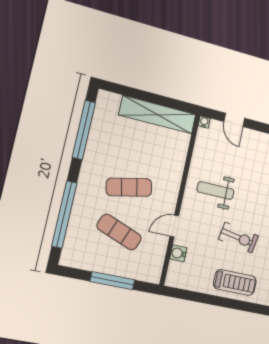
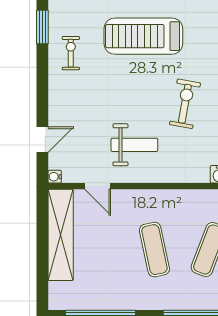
weight bench: (215, 191) -> (134, 145), turned -90
door: (174, 226) -> (98, 186), moved

